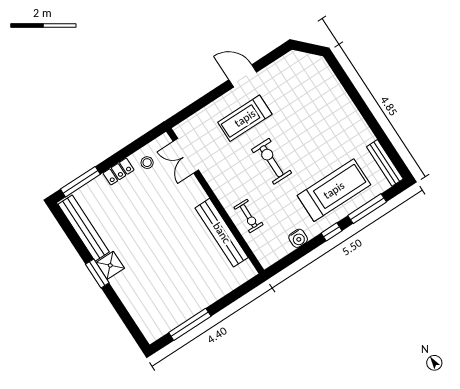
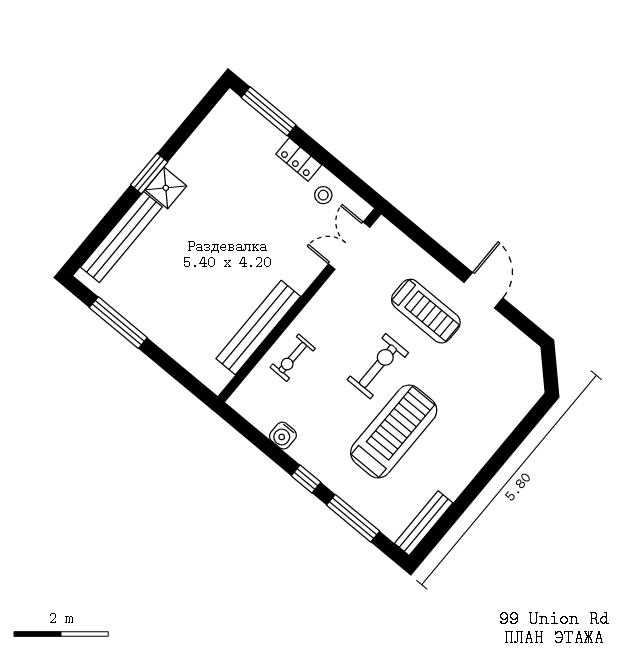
treadmill: (245, 118) -> (426, 311), turned 180
treadmill: (334, 190) -> (394, 431), moved, turned -90
bench: (84, 228) -> (121, 237), moved

